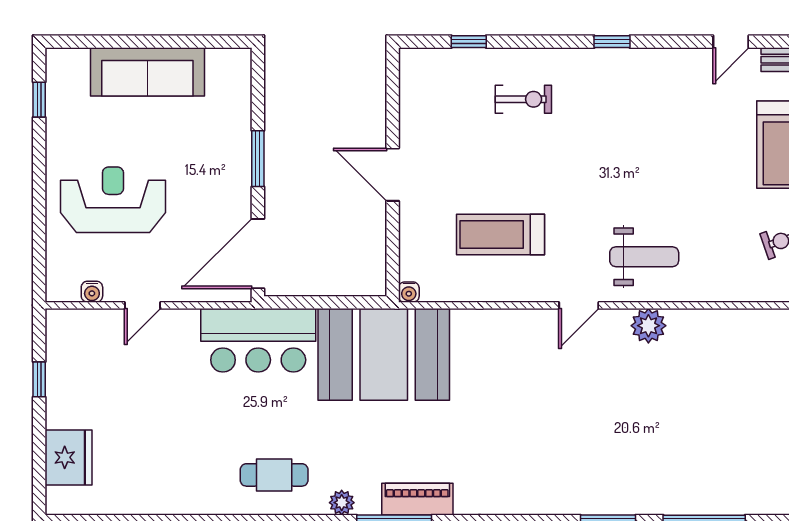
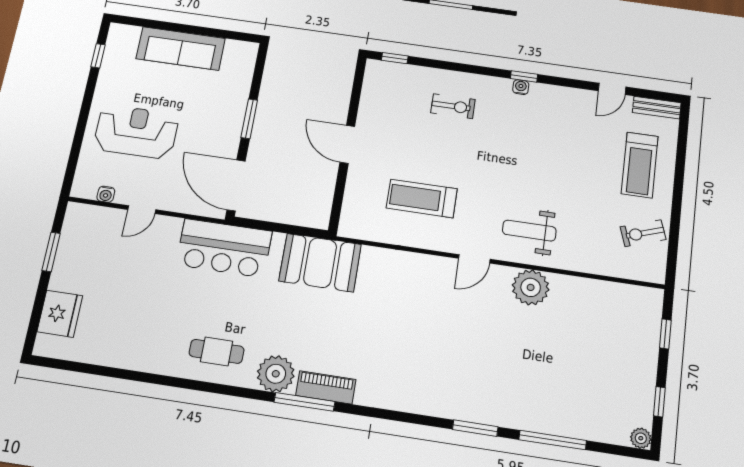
window: (469, 42) -> (395, 58), moved
door: (258, 254) -> (236, 185), hinge flipped
weight bench: (644, 257) -> (529, 231), turned 180
water cooler: (409, 292) -> (521, 87), moved, turned 180
plant: (648, 326) -> (531, 287), width x1.36, depth x1.36
booth: (384, 354) -> (320, 263), width x0.73, depth x0.70
window: (39, 379) -> (51, 252), width x1.50
plant: (342, 503) -> (276, 374), width x1.88, depth x1.88

